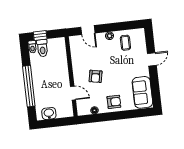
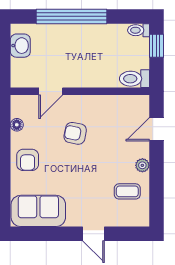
toilet: (42, 48) -> (134, 79), moved

